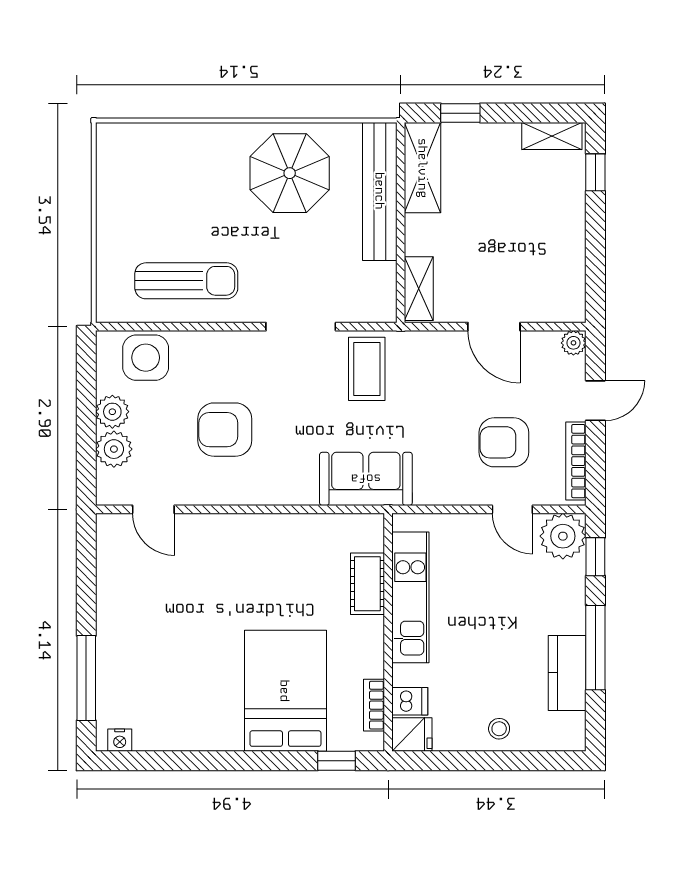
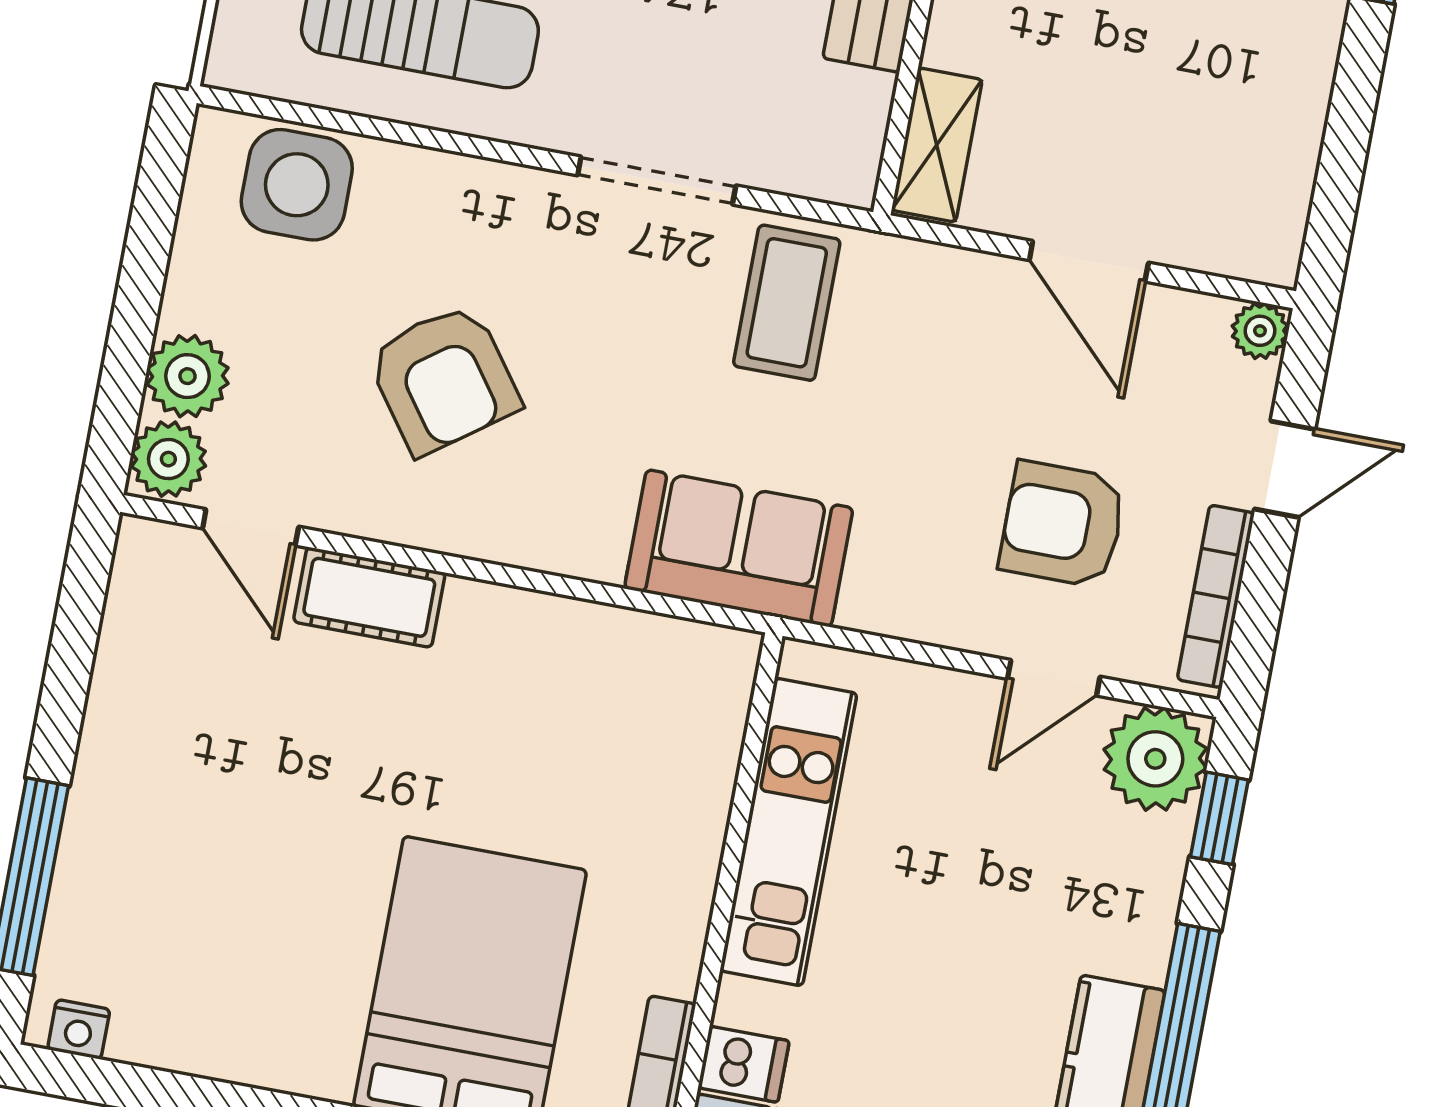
plant: (112, 412) -> (168, 459), moved
armchair: (225, 430) -> (444, 379), turned -126
door: (512, 509) -> (1054, 678), hinge flipped
cot: (367, 584) -> (369, 597), moved, turned 90

